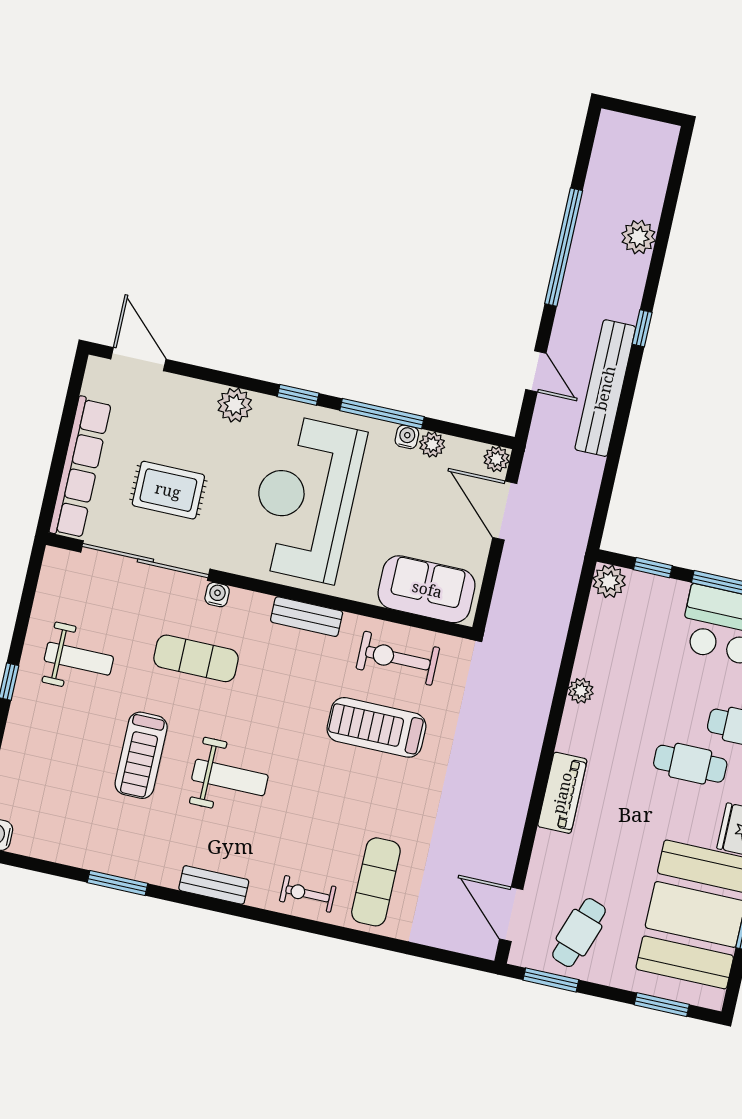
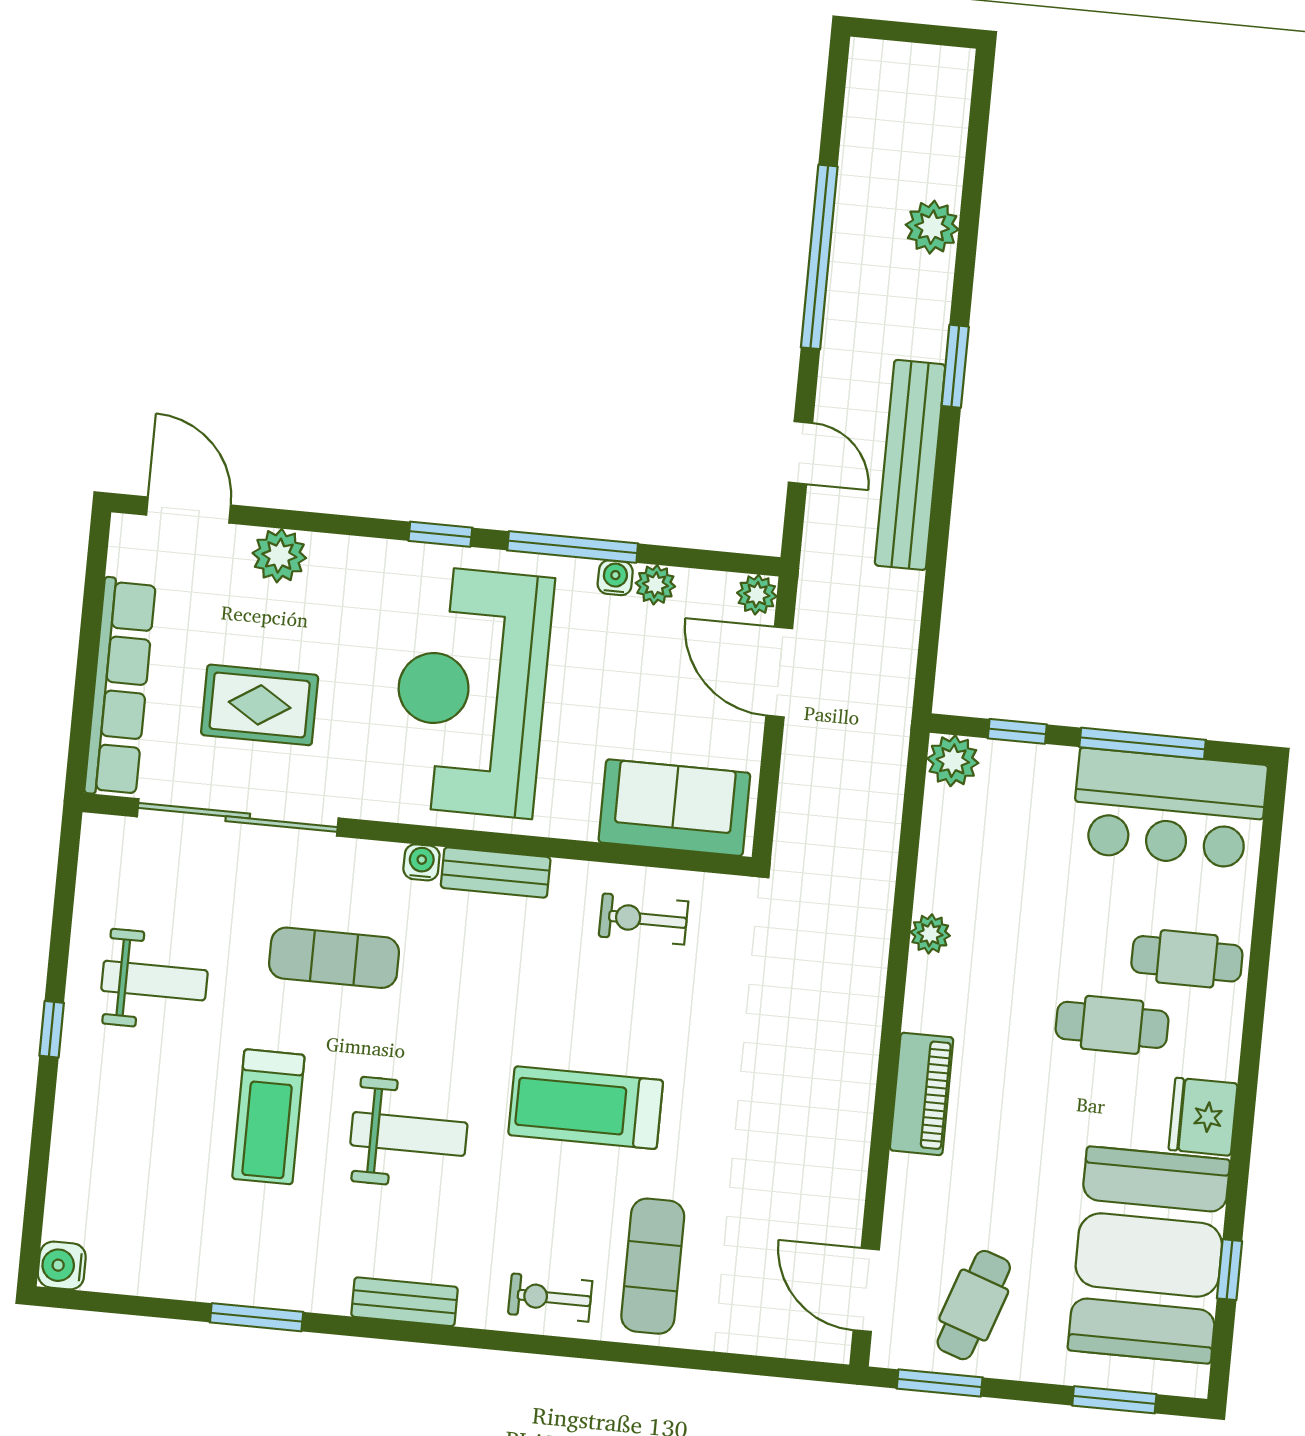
window: (642, 328) -> (955, 366), width x1.50
plant: (235, 405) -> (279, 556), moved
water cooler: (217, 595) -> (421, 862), moved
exercise bike: (398, 658) -> (644, 919), width x0.73, depth x0.72
treadmill: (376, 727) -> (586, 1108), moved

